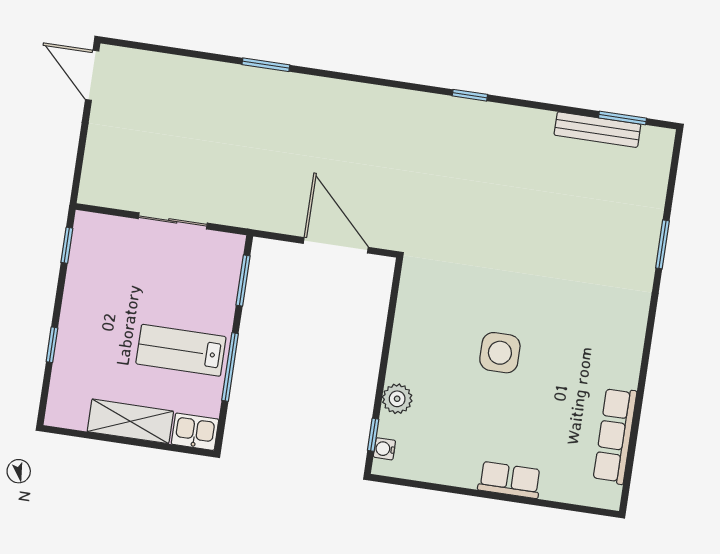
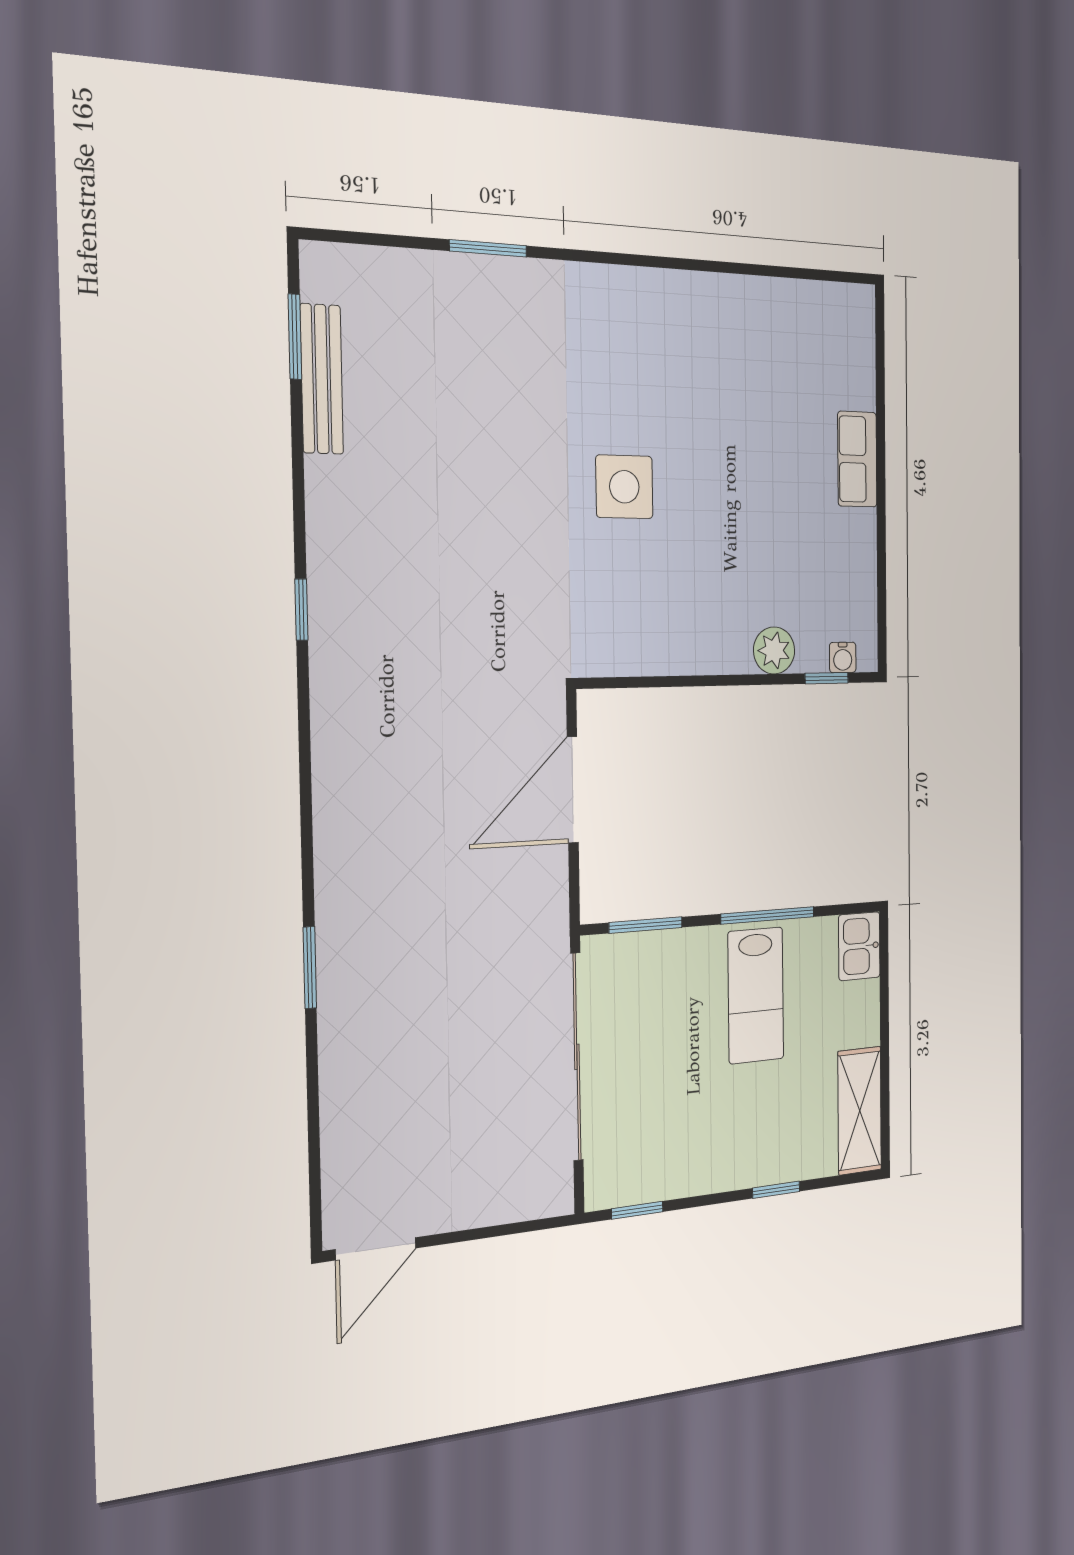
sliding door: (173, 221) -> (577, 1057), width x1.86
side table: (500, 353) -> (624, 487), moved
shelving: (130, 421) -> (860, 1111), moved
row of seats: (615, 436) -> (776, 301), removed

